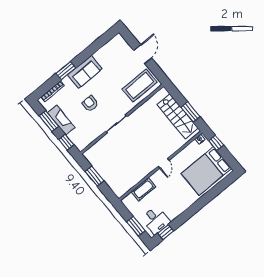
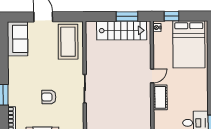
sofa: (85, 72) -> (18, 39), moved
door: (164, 163) -> (152, 76), hinge flipped
cot: (143, 189) -> (160, 97), moved

